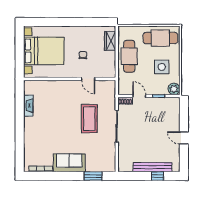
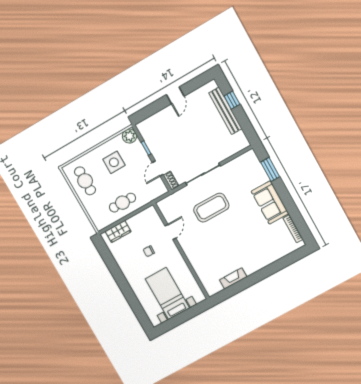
cafe table: (160, 38) -> (85, 181), width x0.73, depth x0.74
bed with nightstands: (44, 51) -> (167, 294), width x0.73
cafe table: (129, 56) -> (122, 203), width x0.73, depth x0.74

